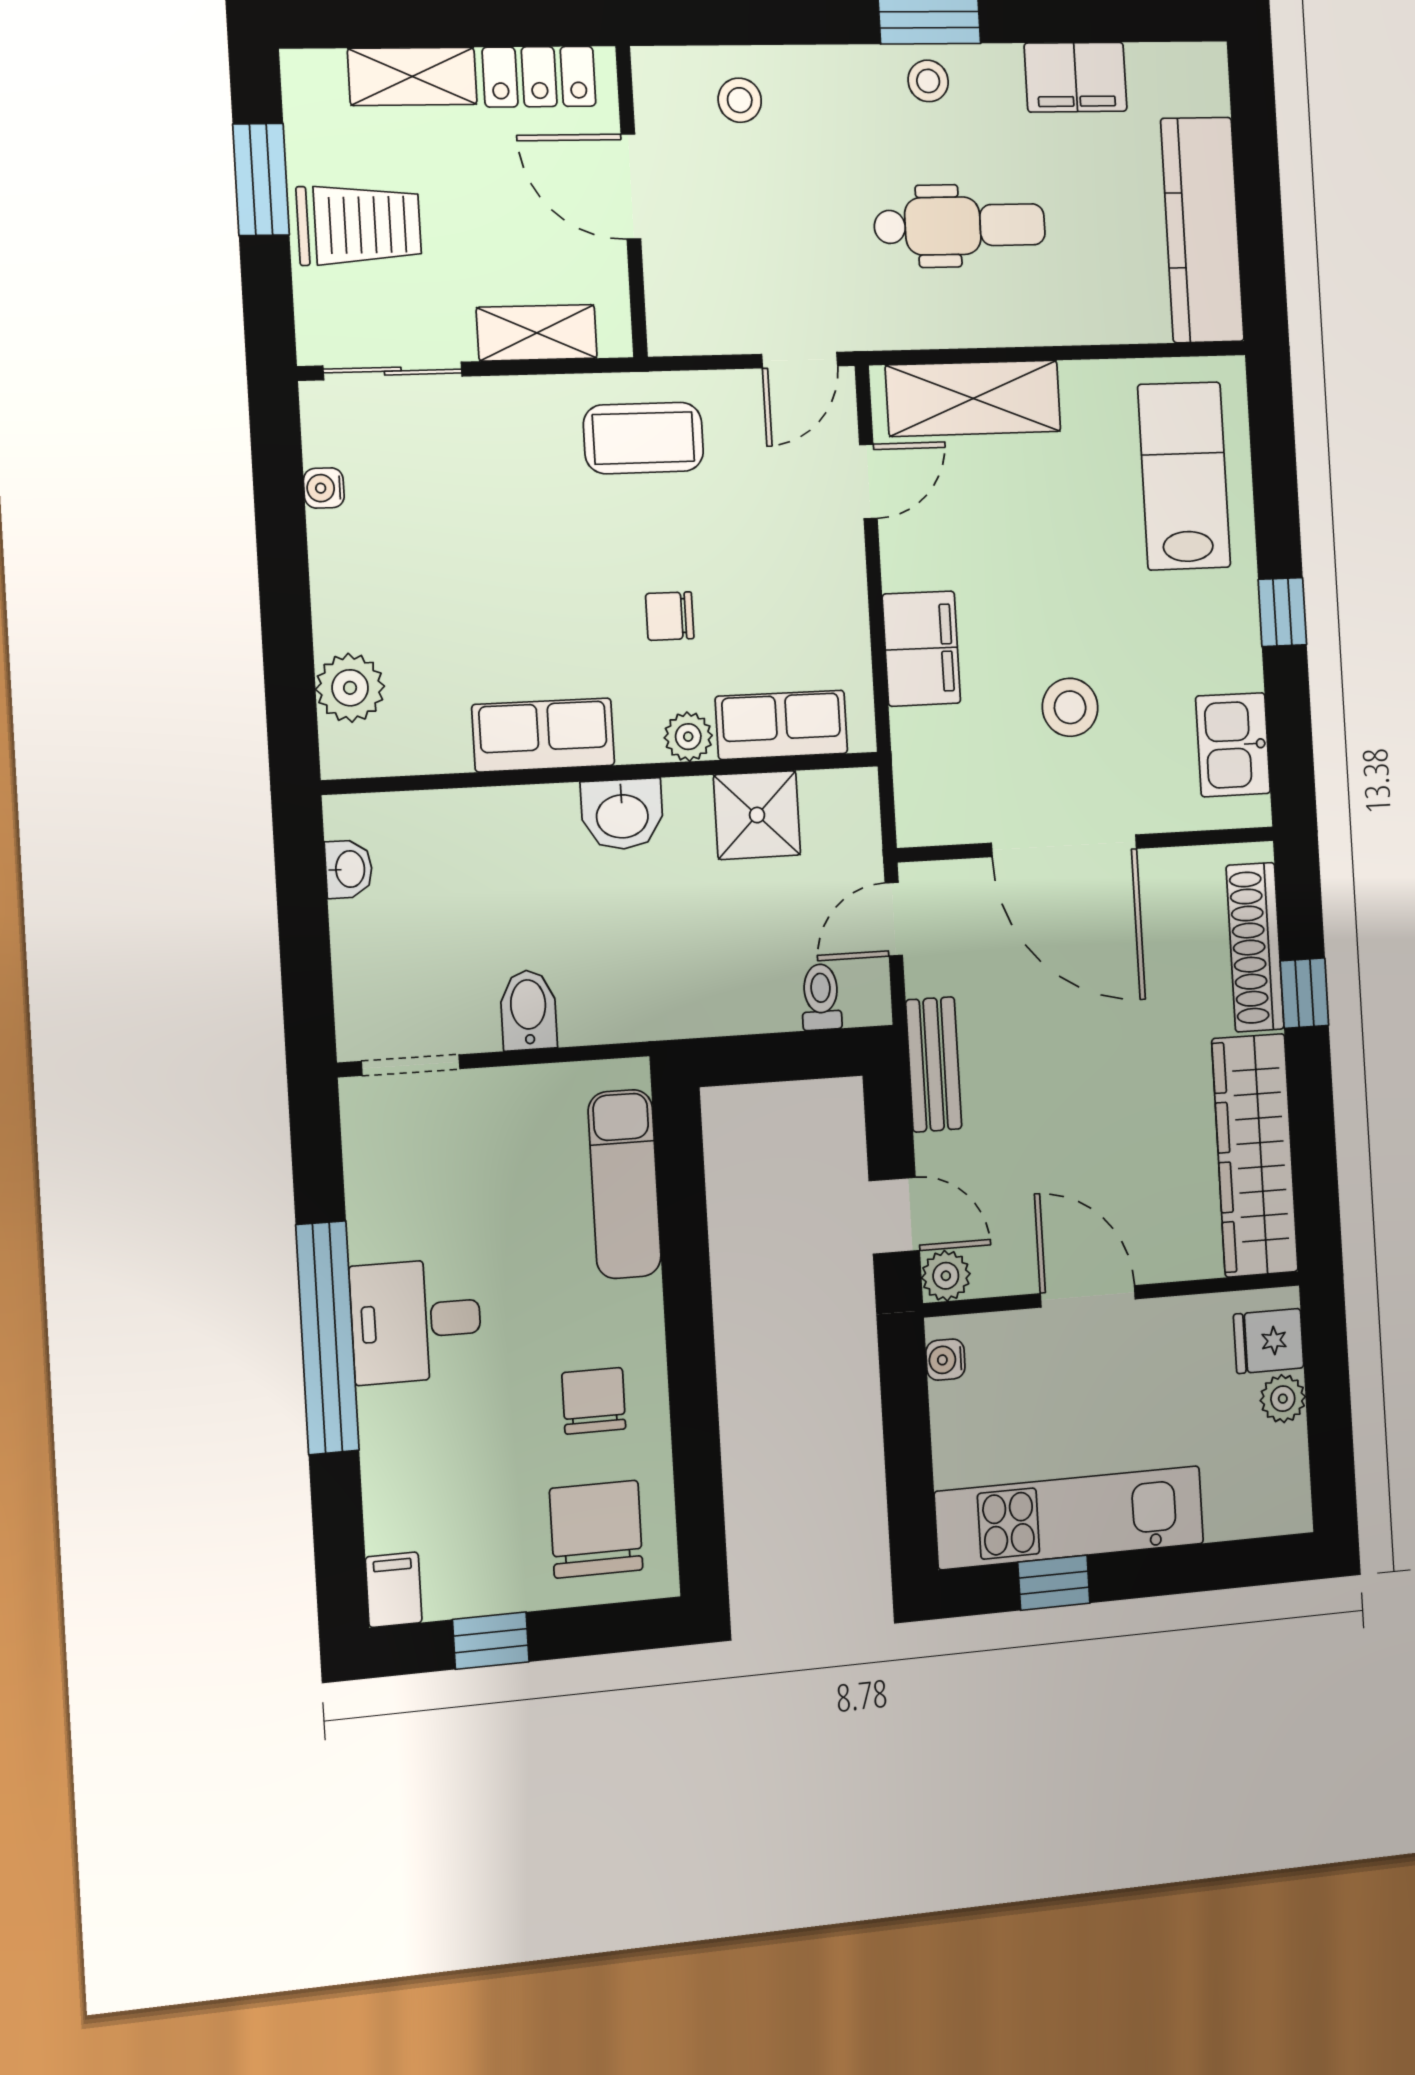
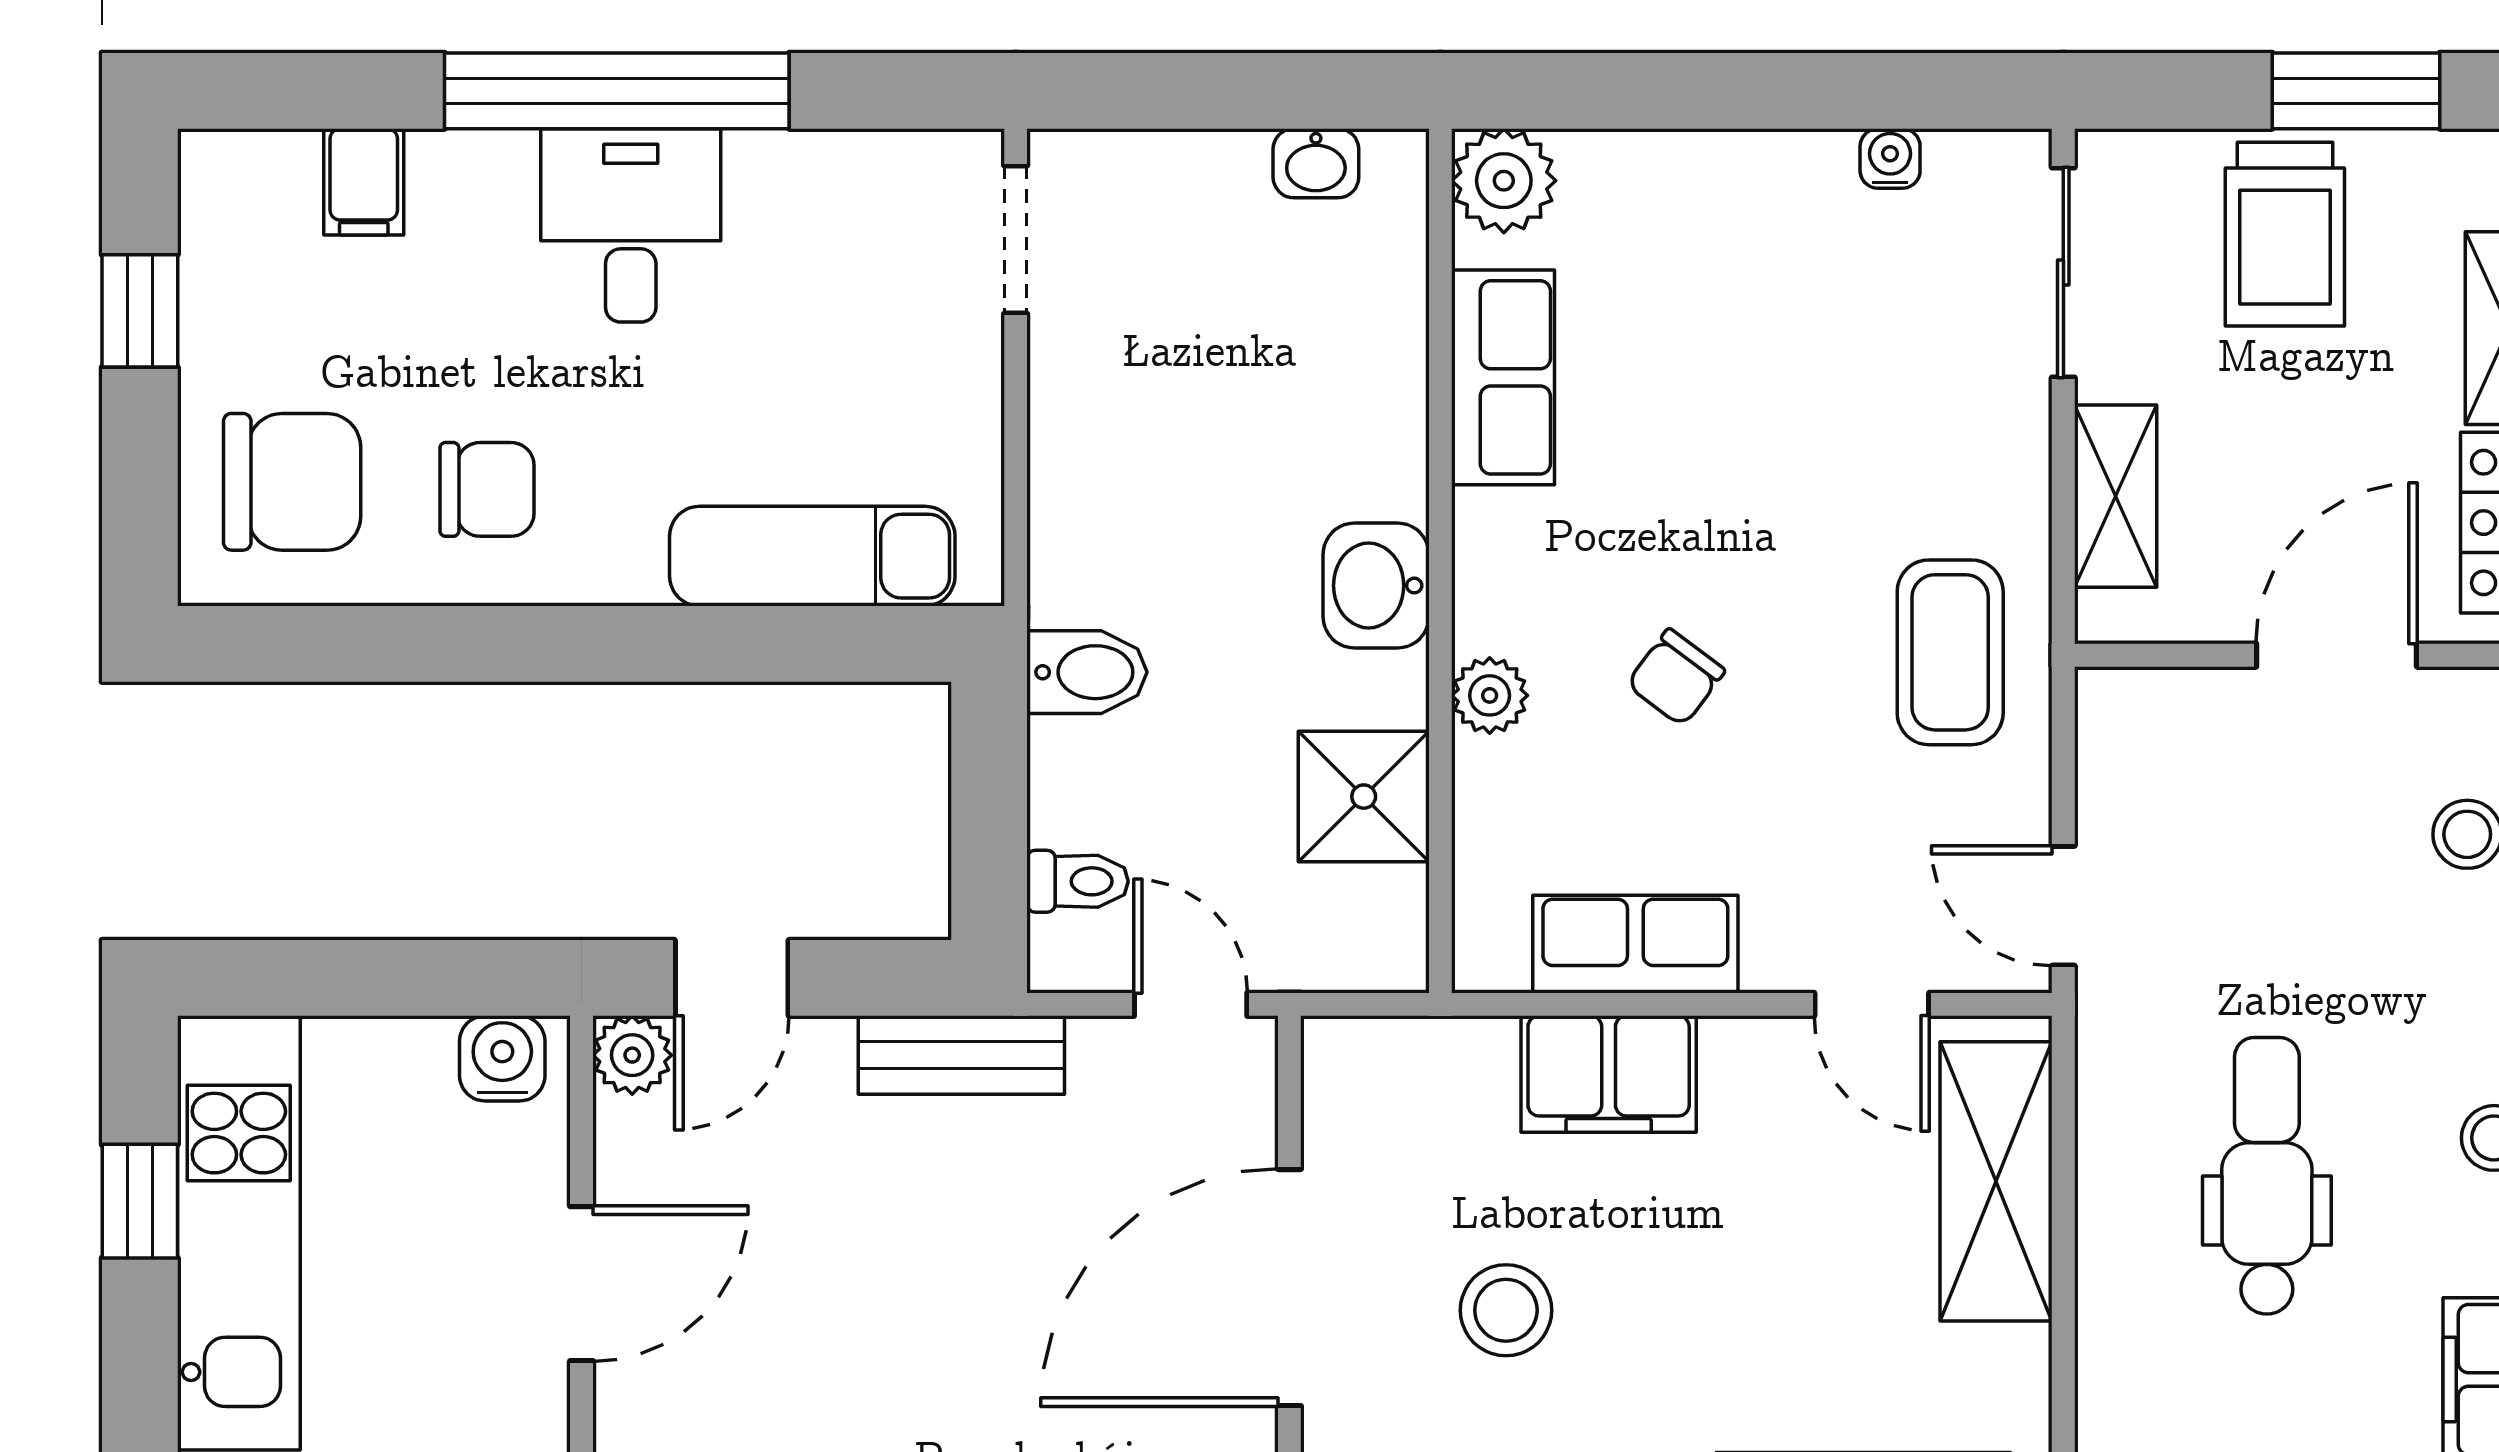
dental chair: (960, 226) -> (2267, 1176), turned 180
chair: (670, 616) -> (1676, 677), turned -143
plant: (350, 688) -> (1504, 181), moved
row of seats: (781, 725) -> (1635, 944), moved, turned -90
row of seats: (543, 735) -> (1503, 377), moved
bidet: (528, 1010) -> (1087, 672), moved
water cooler: (945, 1360) -> (502, 1058), width x1.38, depth x1.38
filing cabinet: (394, 1590) -> (364, 182), moved, turned 90

